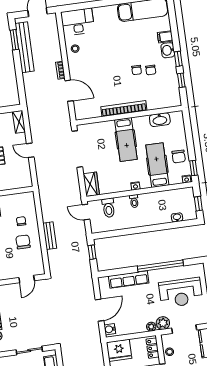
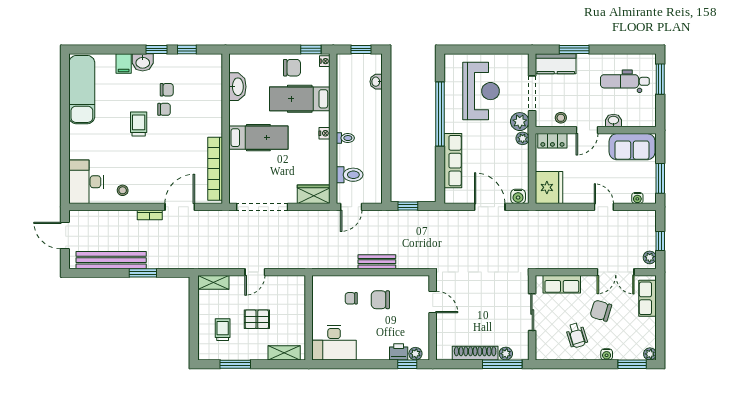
window: (14, 40) -> (143, 273), moved
trolley: (124, 53) -> (139, 124), added
bookcase: (124, 109) -> (215, 169), moved

